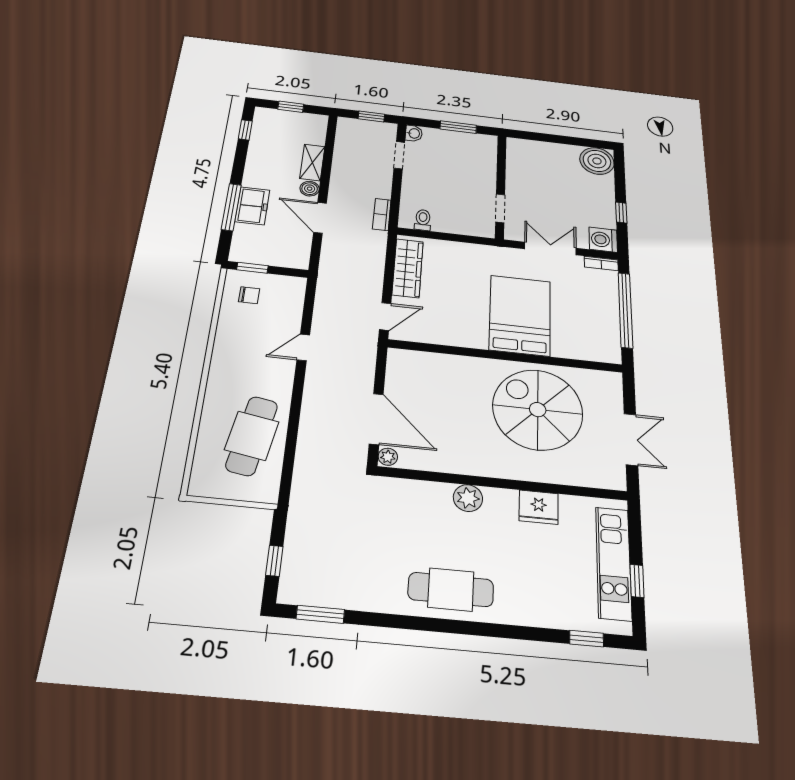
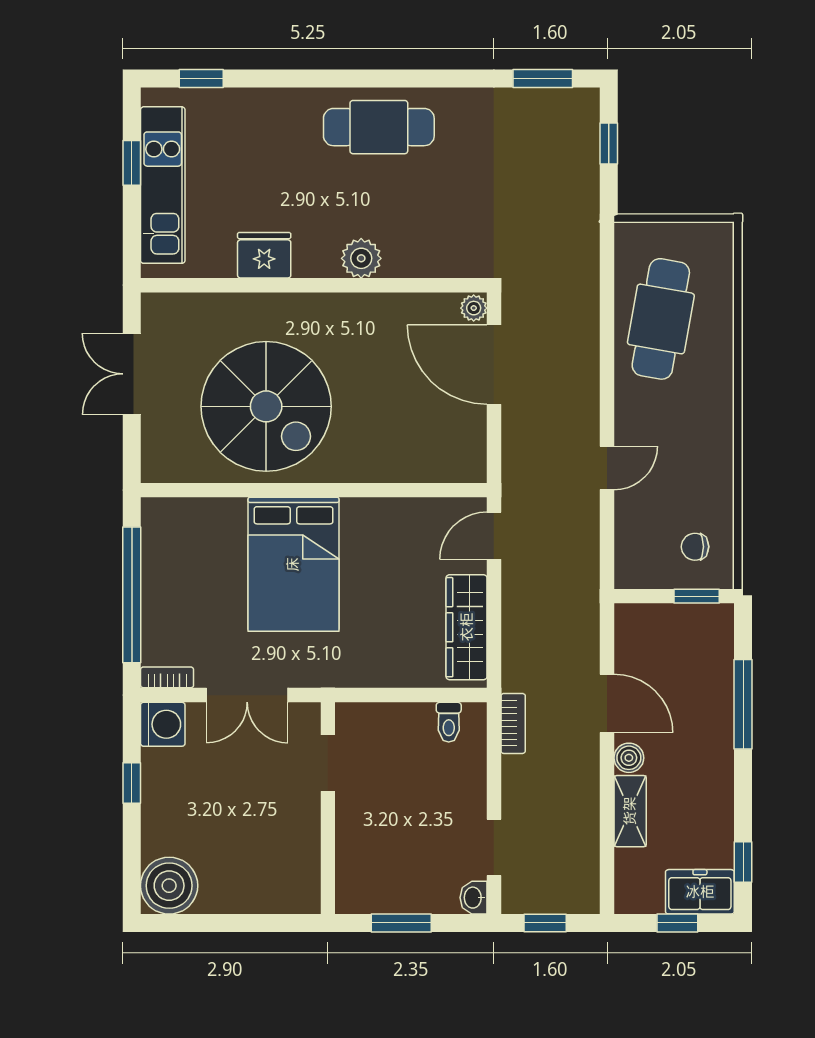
freezer: (252, 206) -> (700, 892), moved, turned 90

